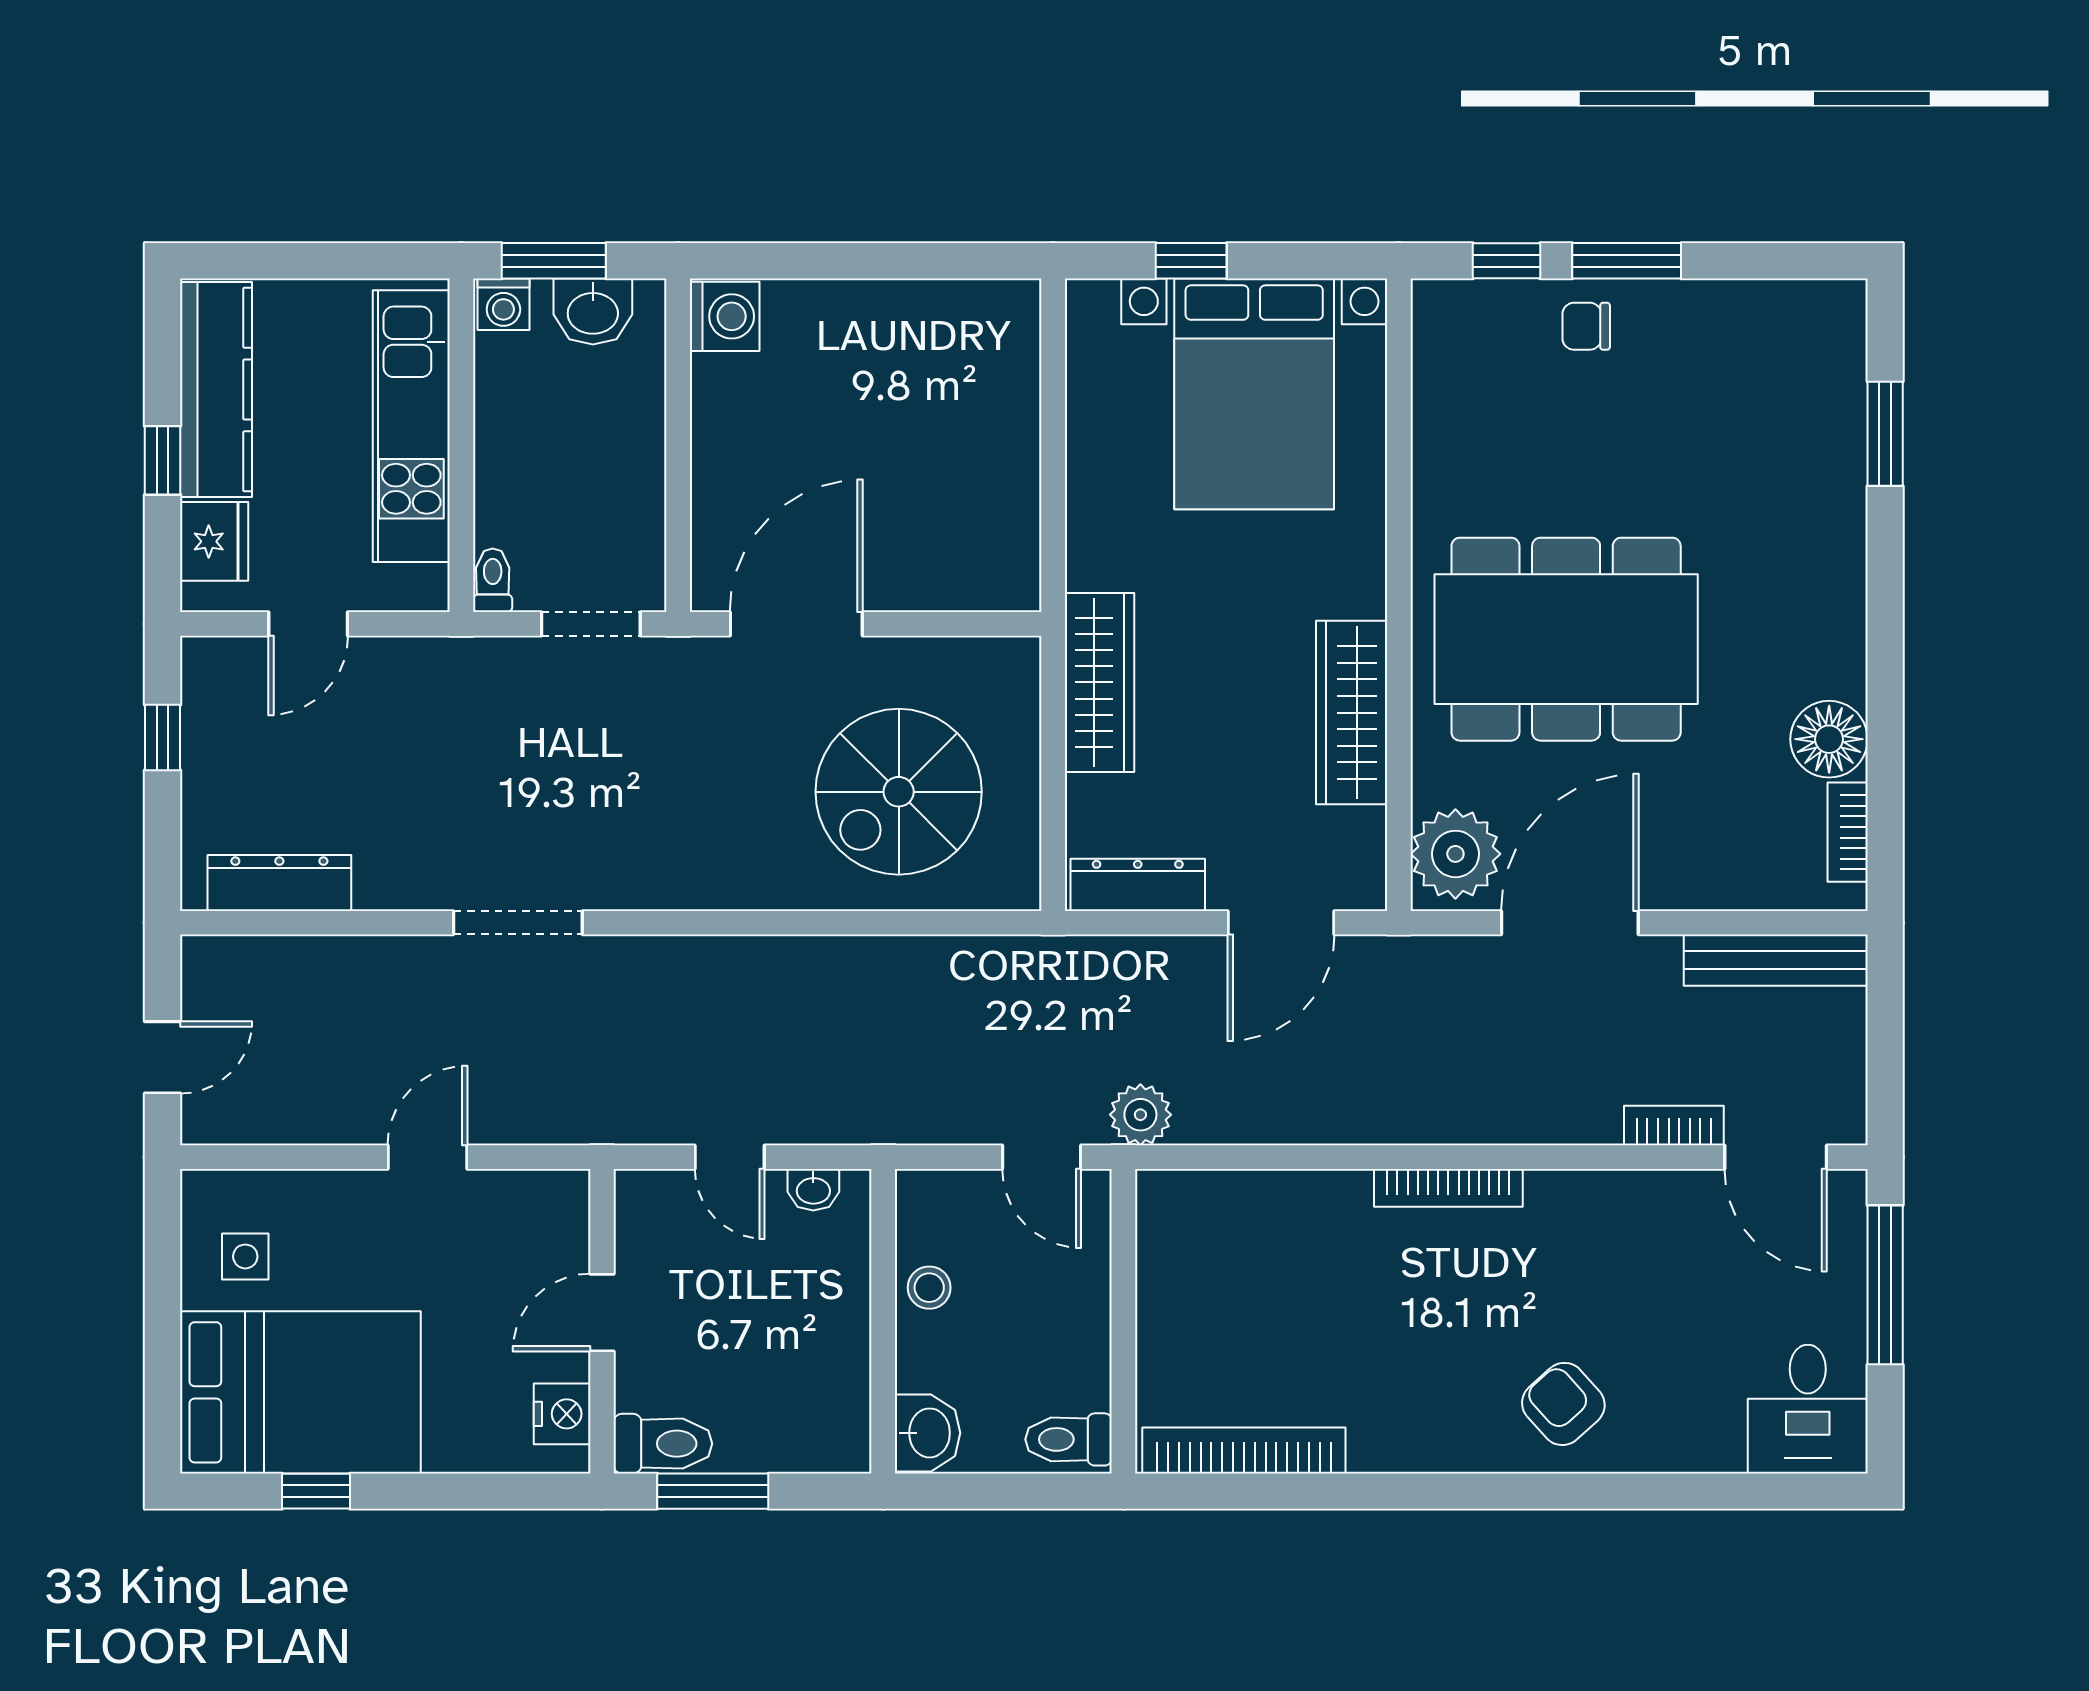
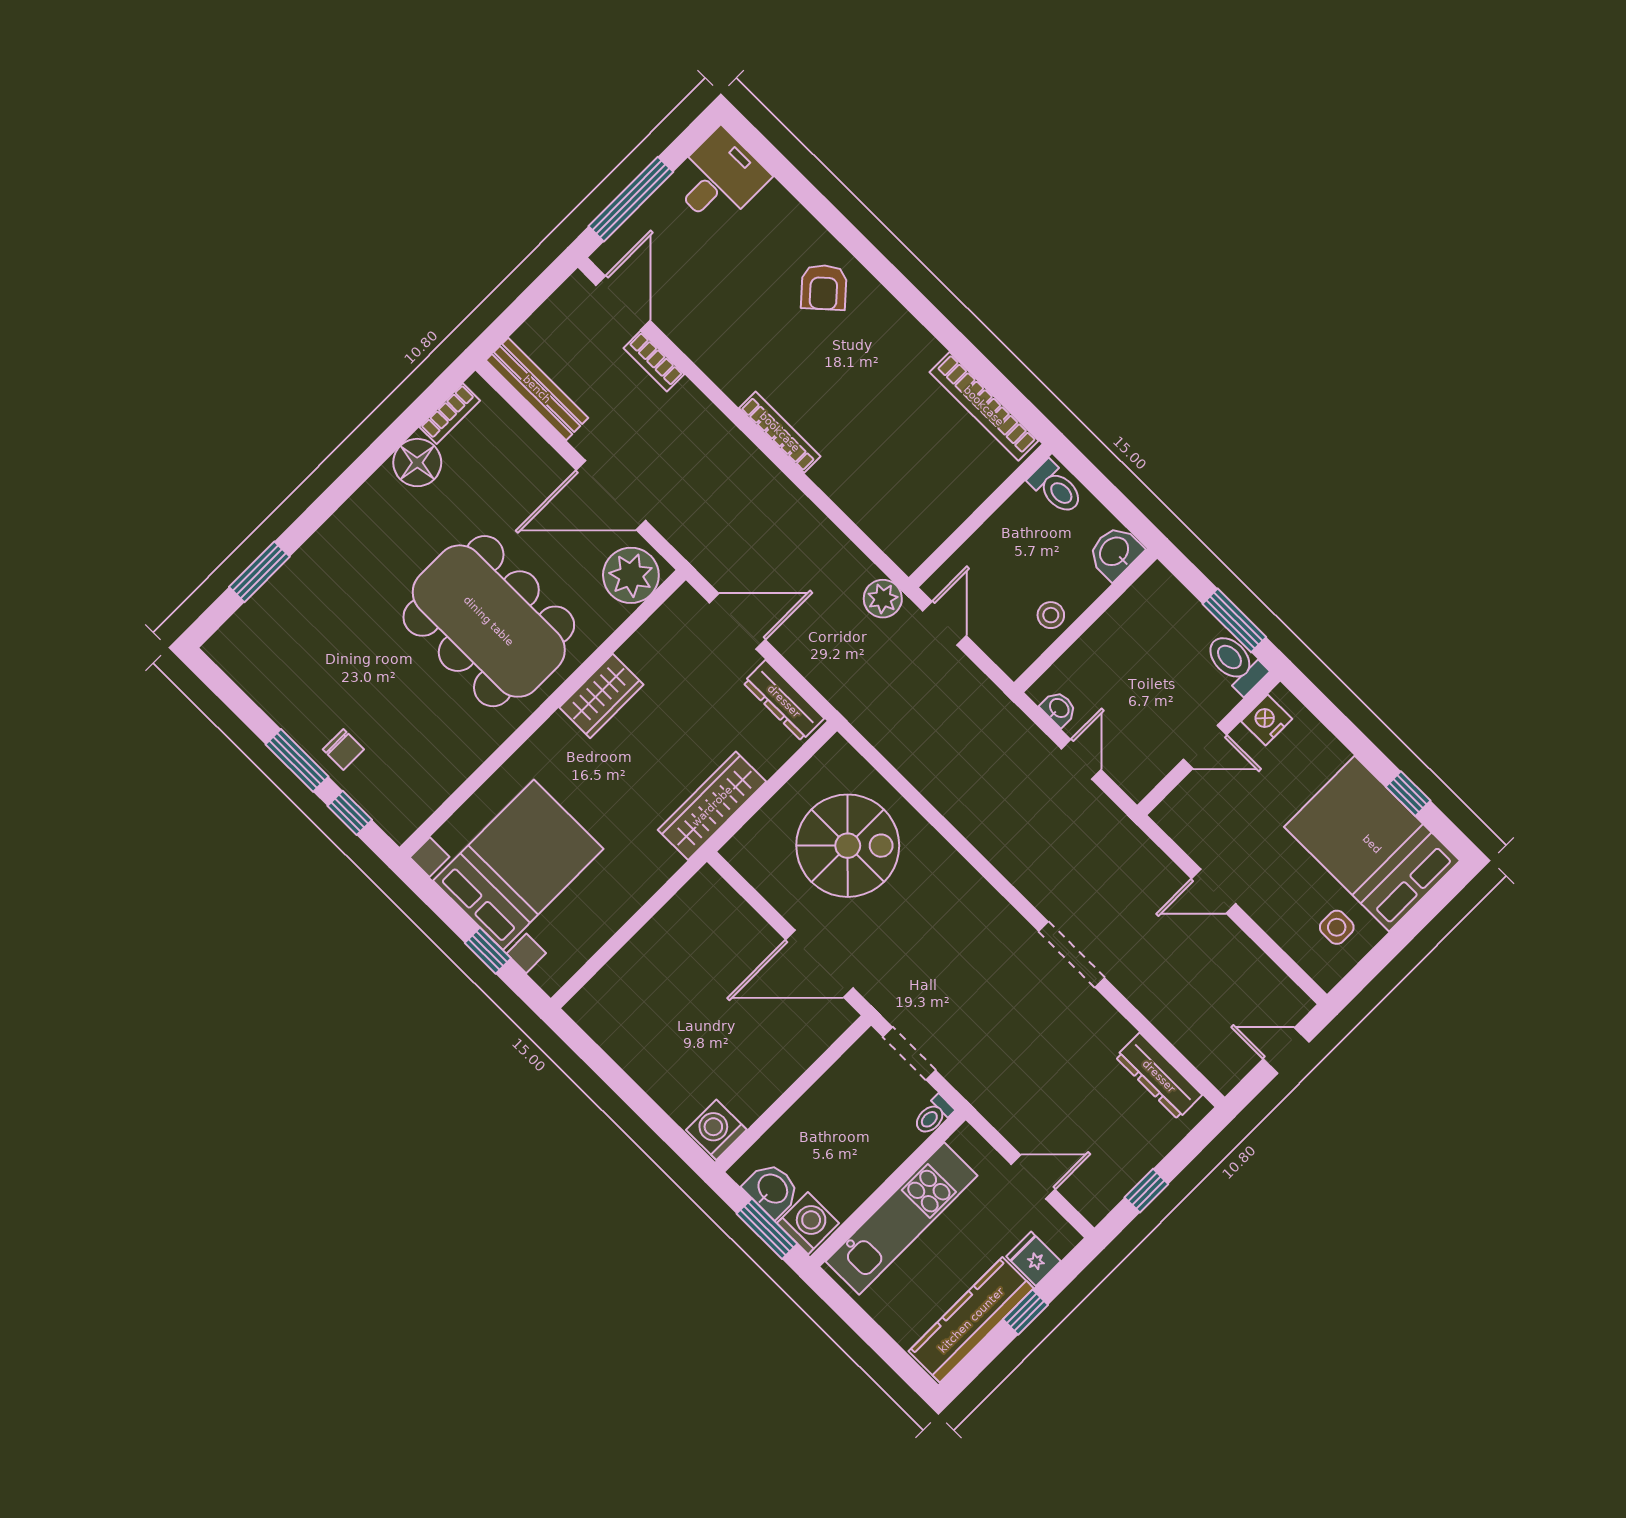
washing machine: (503, 304) -> (808, 1223), width x1.38, depth x1.38
fridge: (214, 541) -> (1033, 1259), width x0.72
wardrobe: (1352, 713) -> (601, 696), width x0.67

